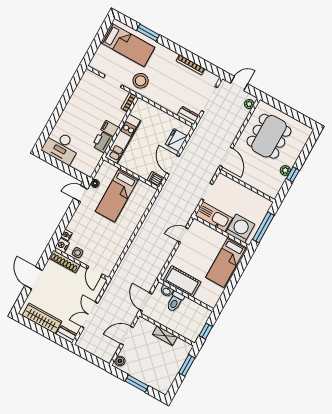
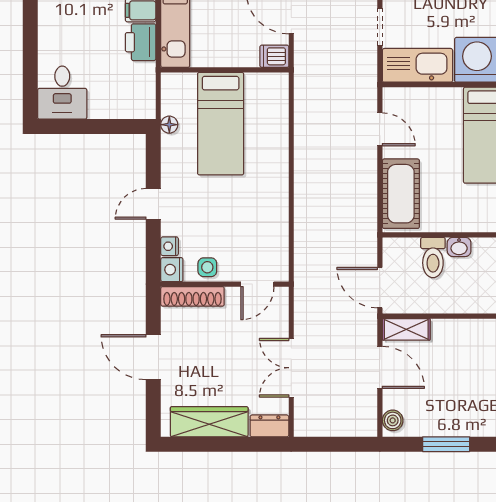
desk: (61, 147) -> (62, 93), width x0.73
door: (81, 194) -> (153, 204), moved
door: (183, 235) -> (380, 129), swing flipped
door: (95, 272) -> (257, 284), hinge flipped
cot: (182, 281) -> (401, 194), moved, turned 90
washbasin: (167, 291) -> (459, 247), moved
door: (127, 336) -> (380, 367), swing flipped
shelving: (165, 336) -> (406, 329), moved

